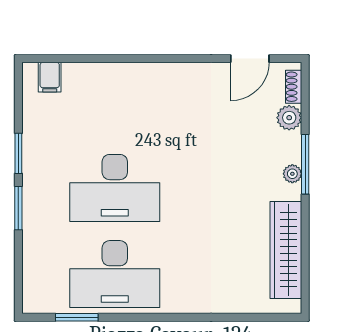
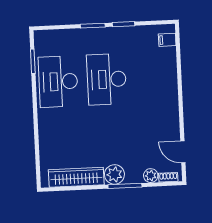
plant: (292, 174) -> (114, 174), width x1.88, depth x1.88

